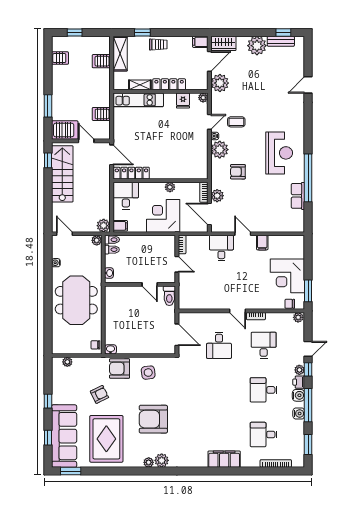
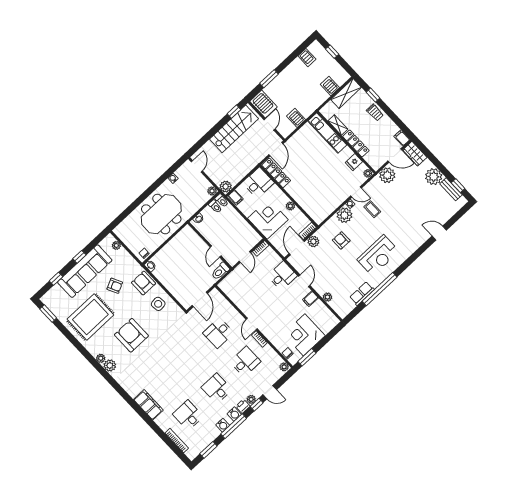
plant: (274, 227) -> (327, 297), added
sofa: (64, 436) -> (85, 271), moved

